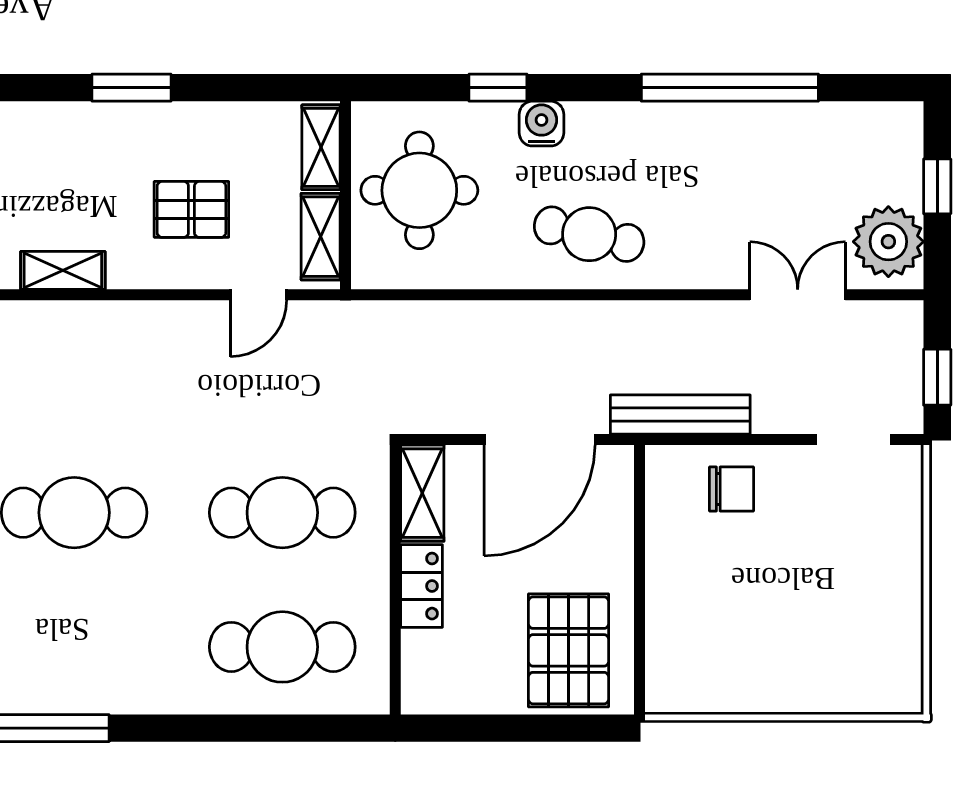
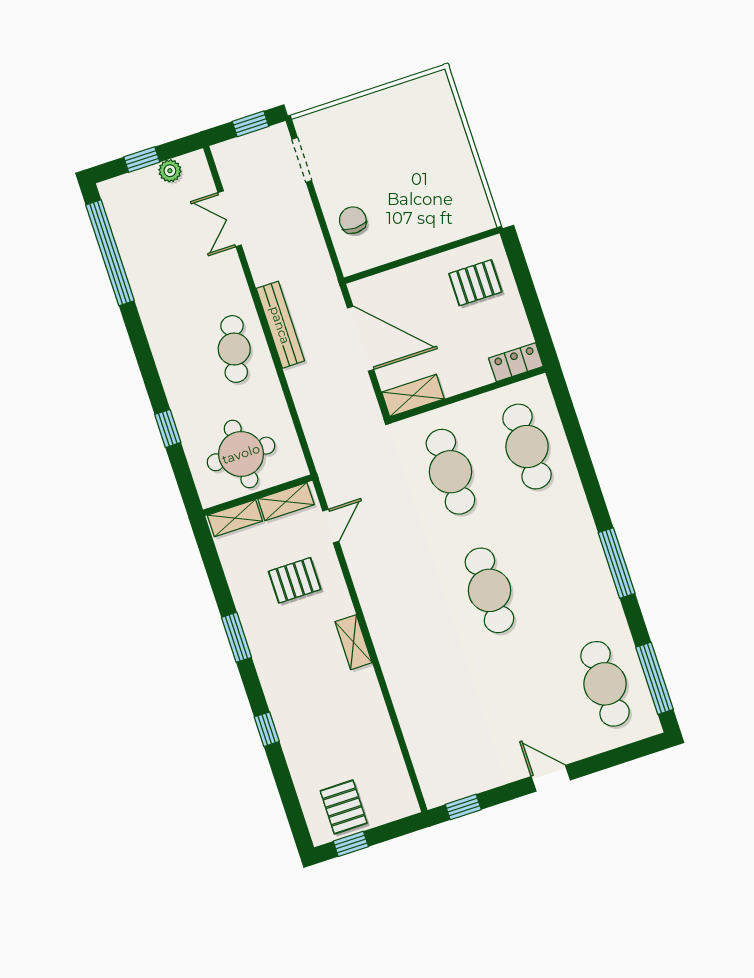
window: (730, 88) -> (110, 253), moved
water cooler: (541, 124) -> (180, 397), removed
pallet: (191, 209) -> (295, 580), turned 90
plant: (888, 242) -> (170, 171), width x0.53, depth x0.53
door: (259, 295) -> (331, 526), hinge flipped
bench: (680, 415) -> (280, 325), moved
locker: (422, 586) -> (516, 362), moved
pallet: (569, 650) -> (475, 283), width x0.67, depth x0.71

